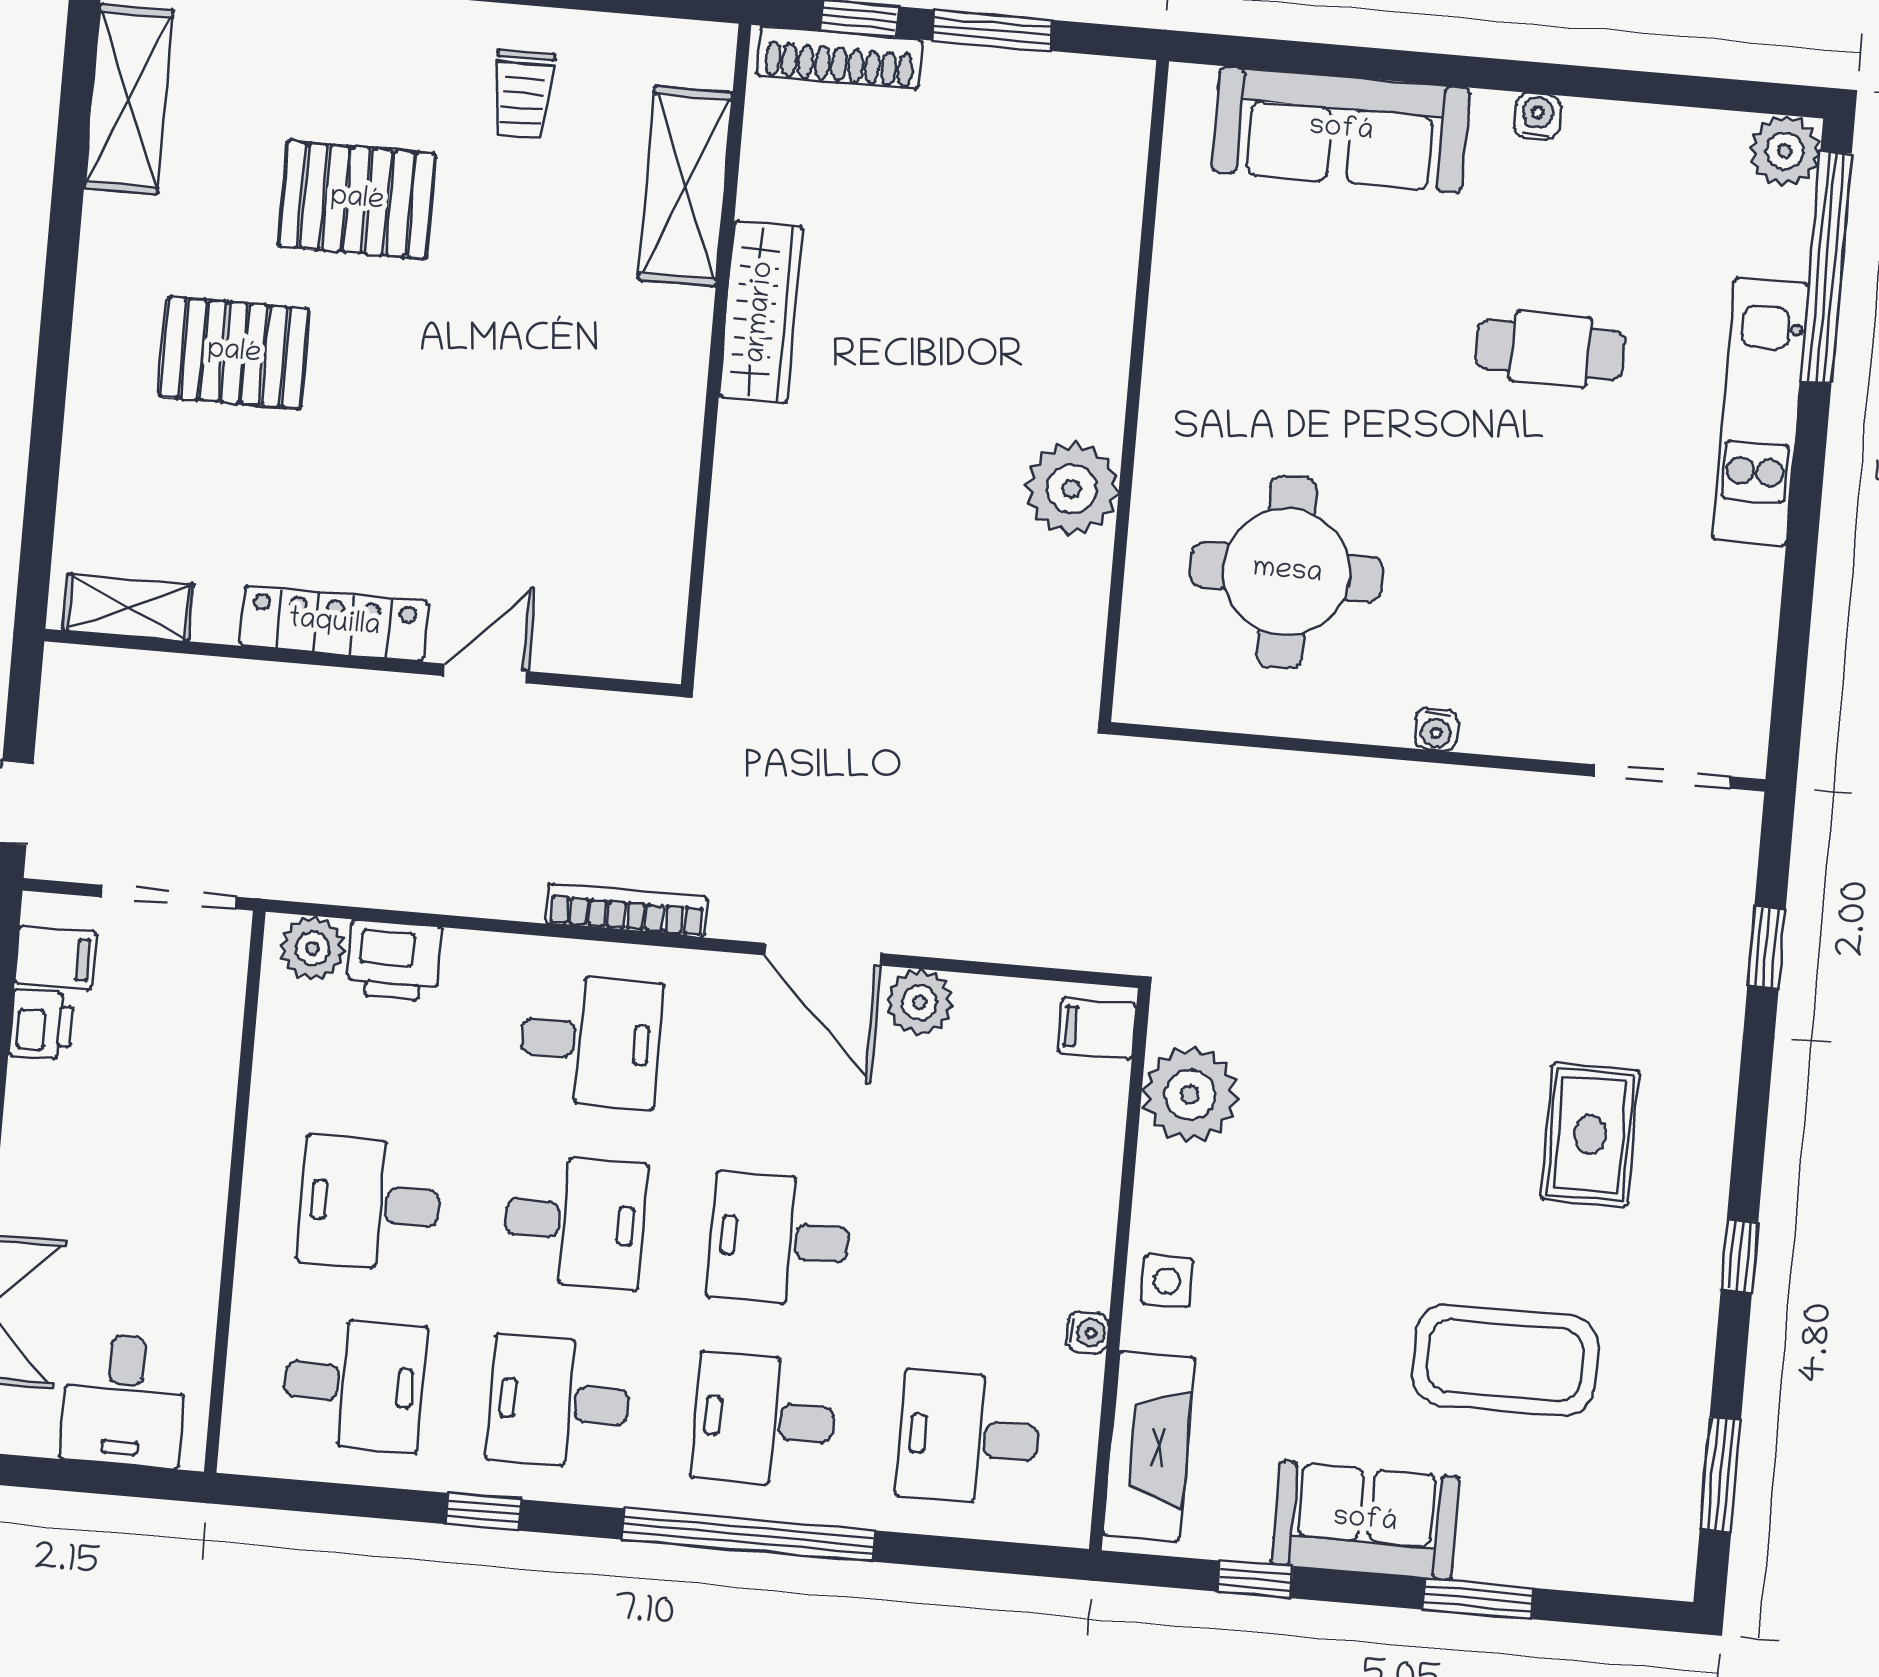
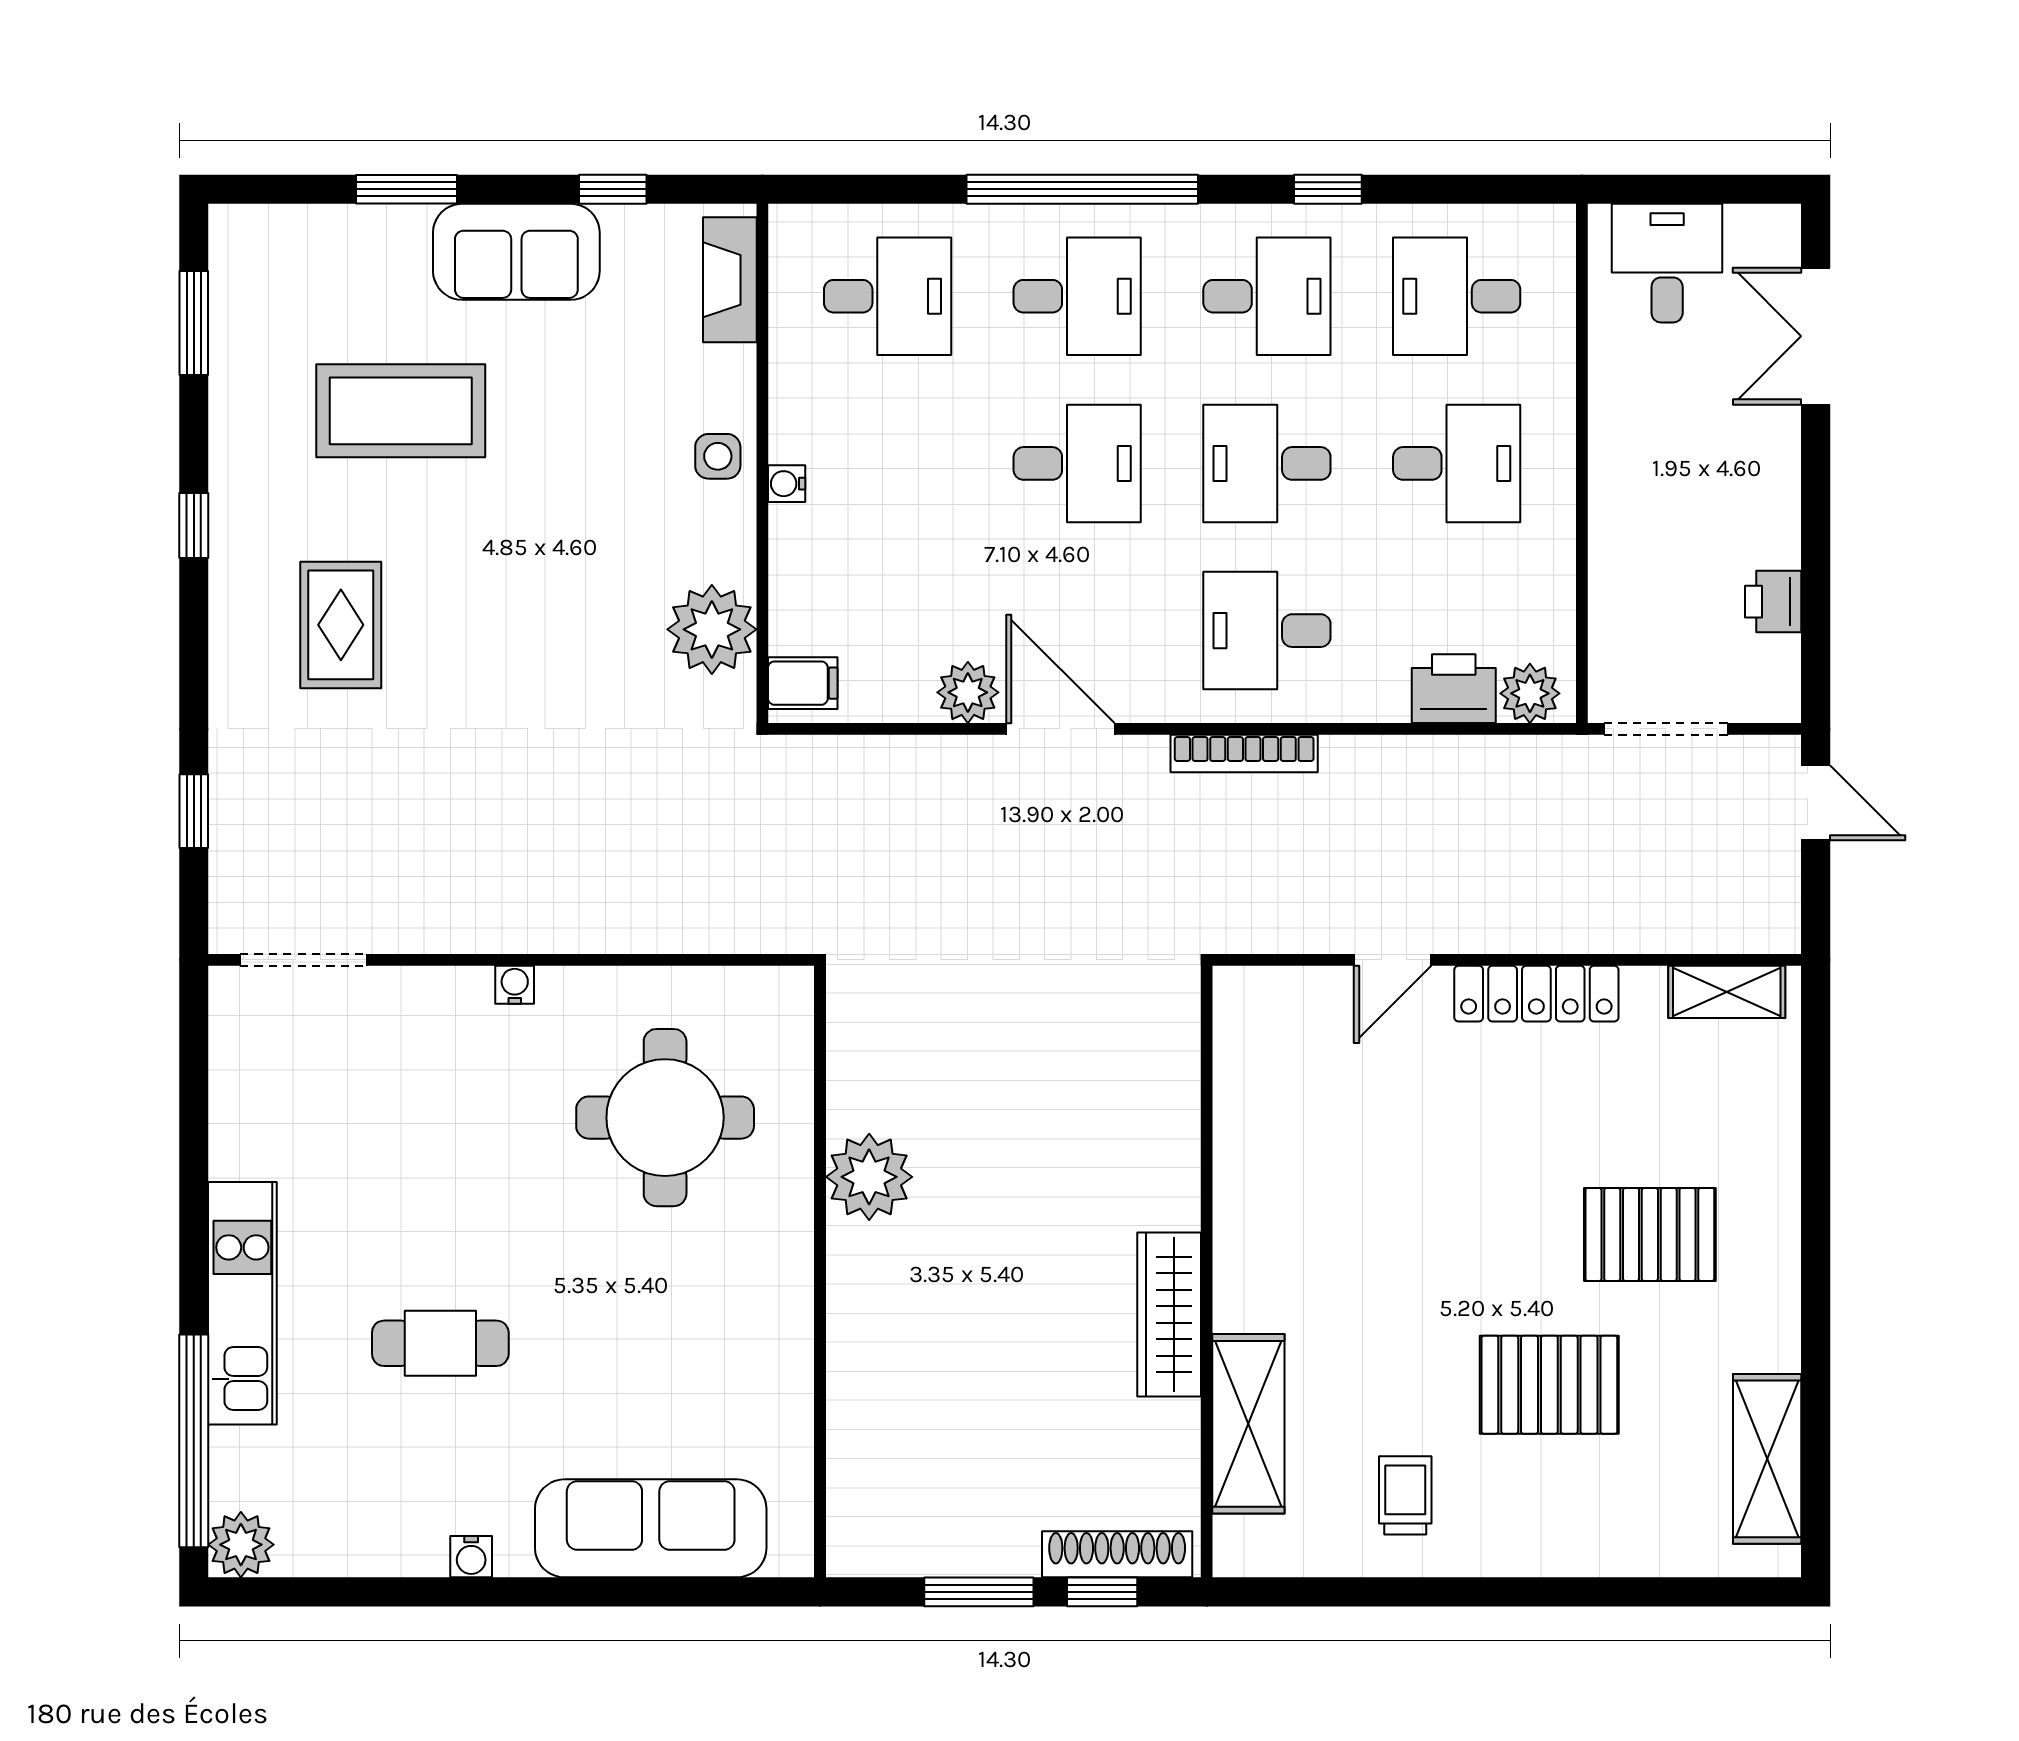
filing cabinet: (56, 958) -> (1765, 664), removed
water cooler: (1088, 1333) -> (787, 484), moved
fireplace: (1149, 1446) -> (730, 280), width x0.73, depth x0.76

